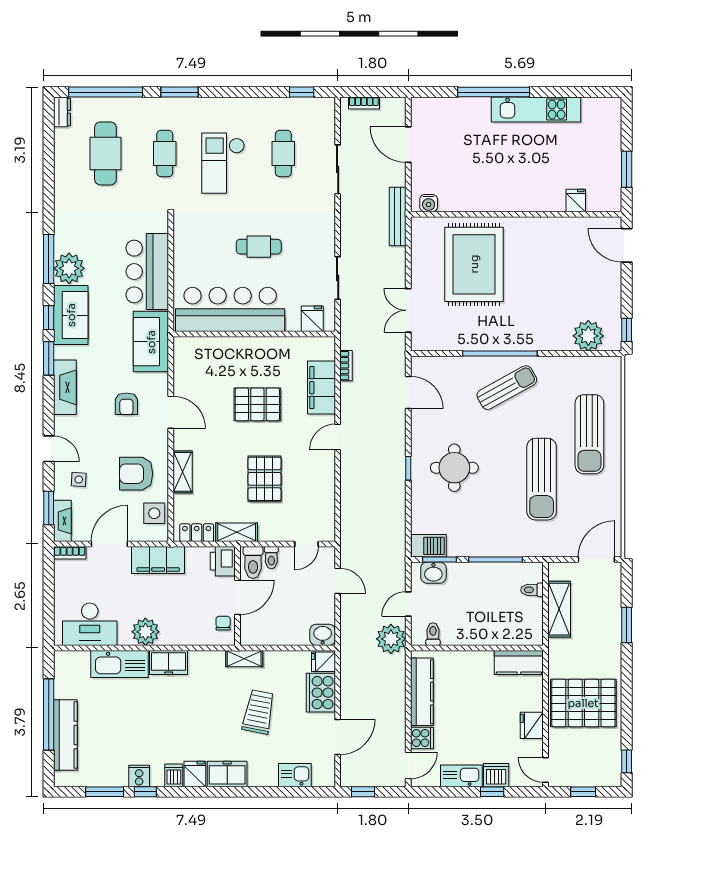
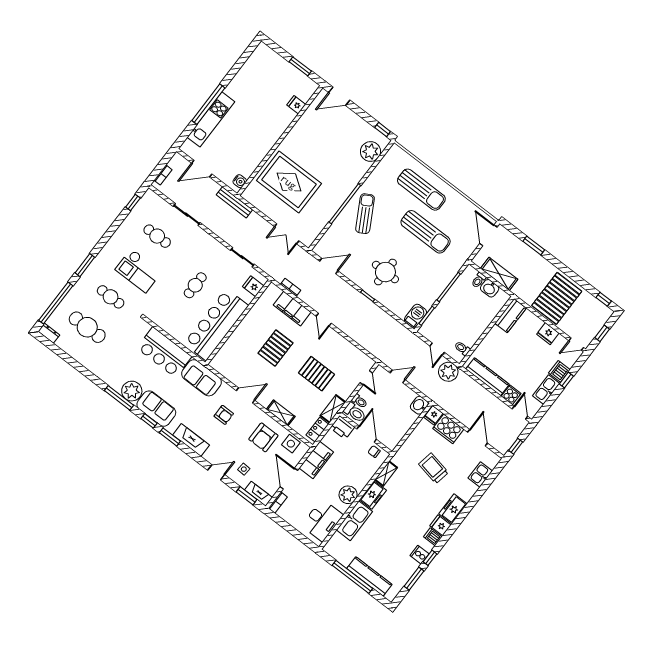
kitchen unit: (536, 110) -> (211, 119), moved
washbasin: (433, 573) -> (490, 288), moved, turned 90
shelving: (244, 659) -> (386, 474), moved

